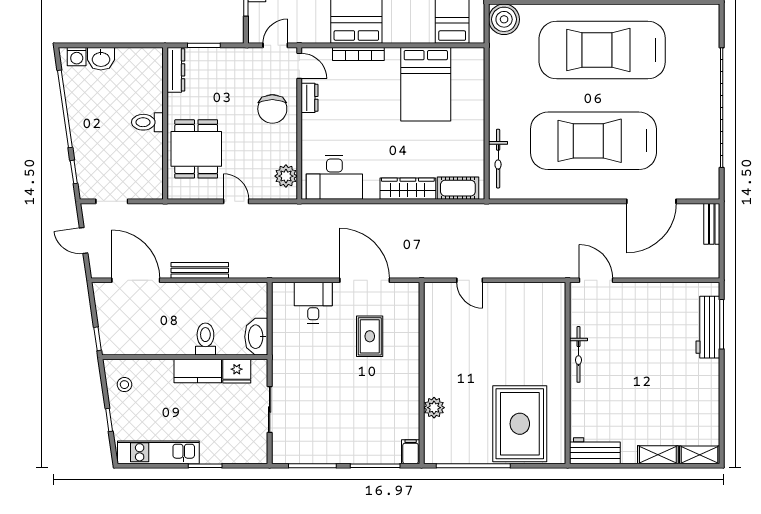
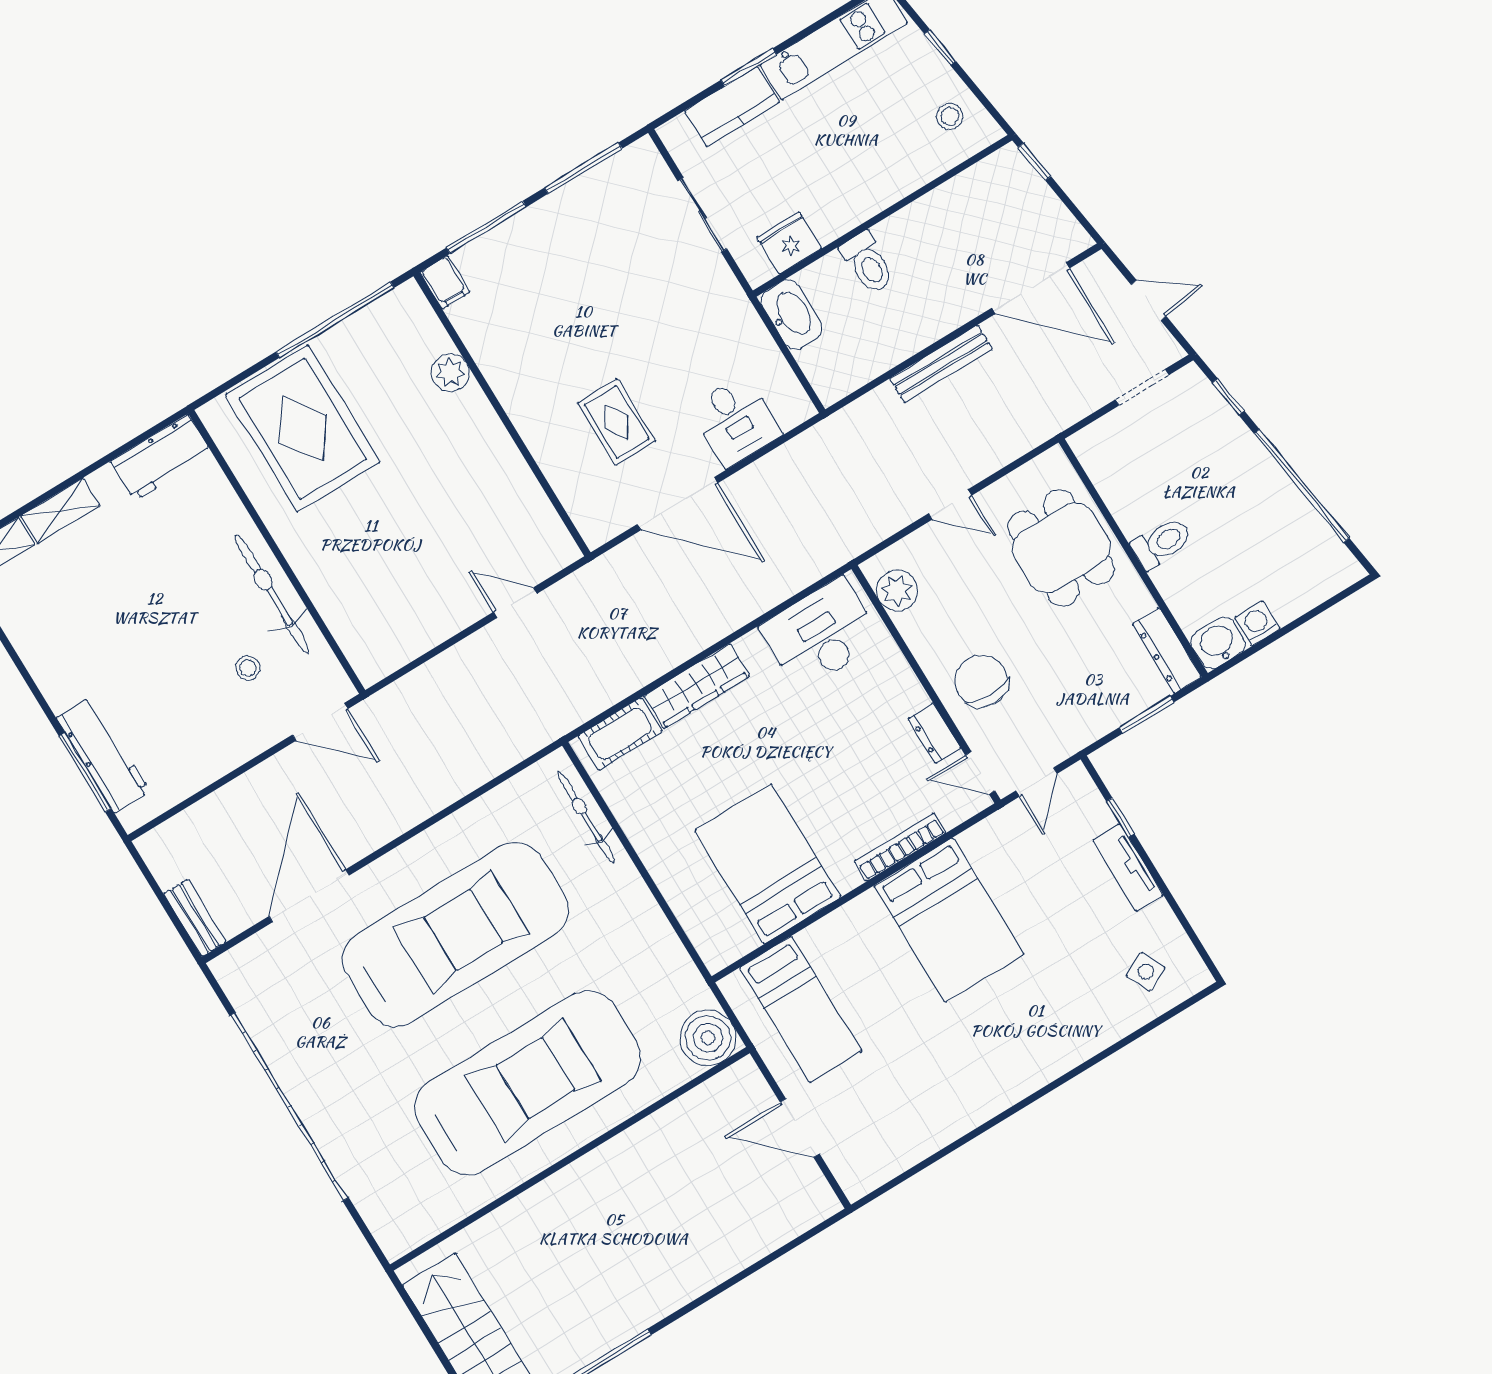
washing machine: (77, 57) -> (1257, 623), moved
washbasin: (101, 59) -> (1218, 643), moved
stool: (615, 326) -> (248, 668), added
bicycle: (578, 354) -> (272, 594), width x1.37, depth x1.40
kitchen counter: (198, 371) -> (732, 107), moved, turned 180

